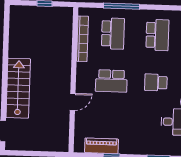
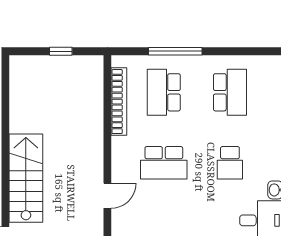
school desk: (113, 34) -> (164, 92), turned 180
school desk: (156, 82) -> (230, 163), turned -90

